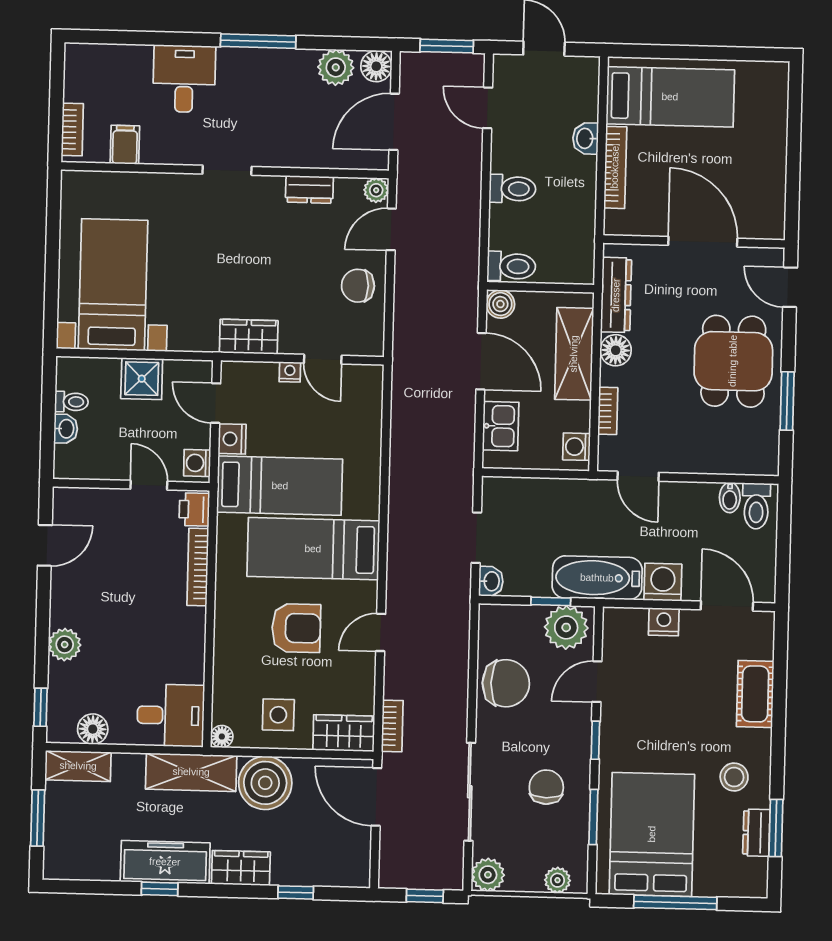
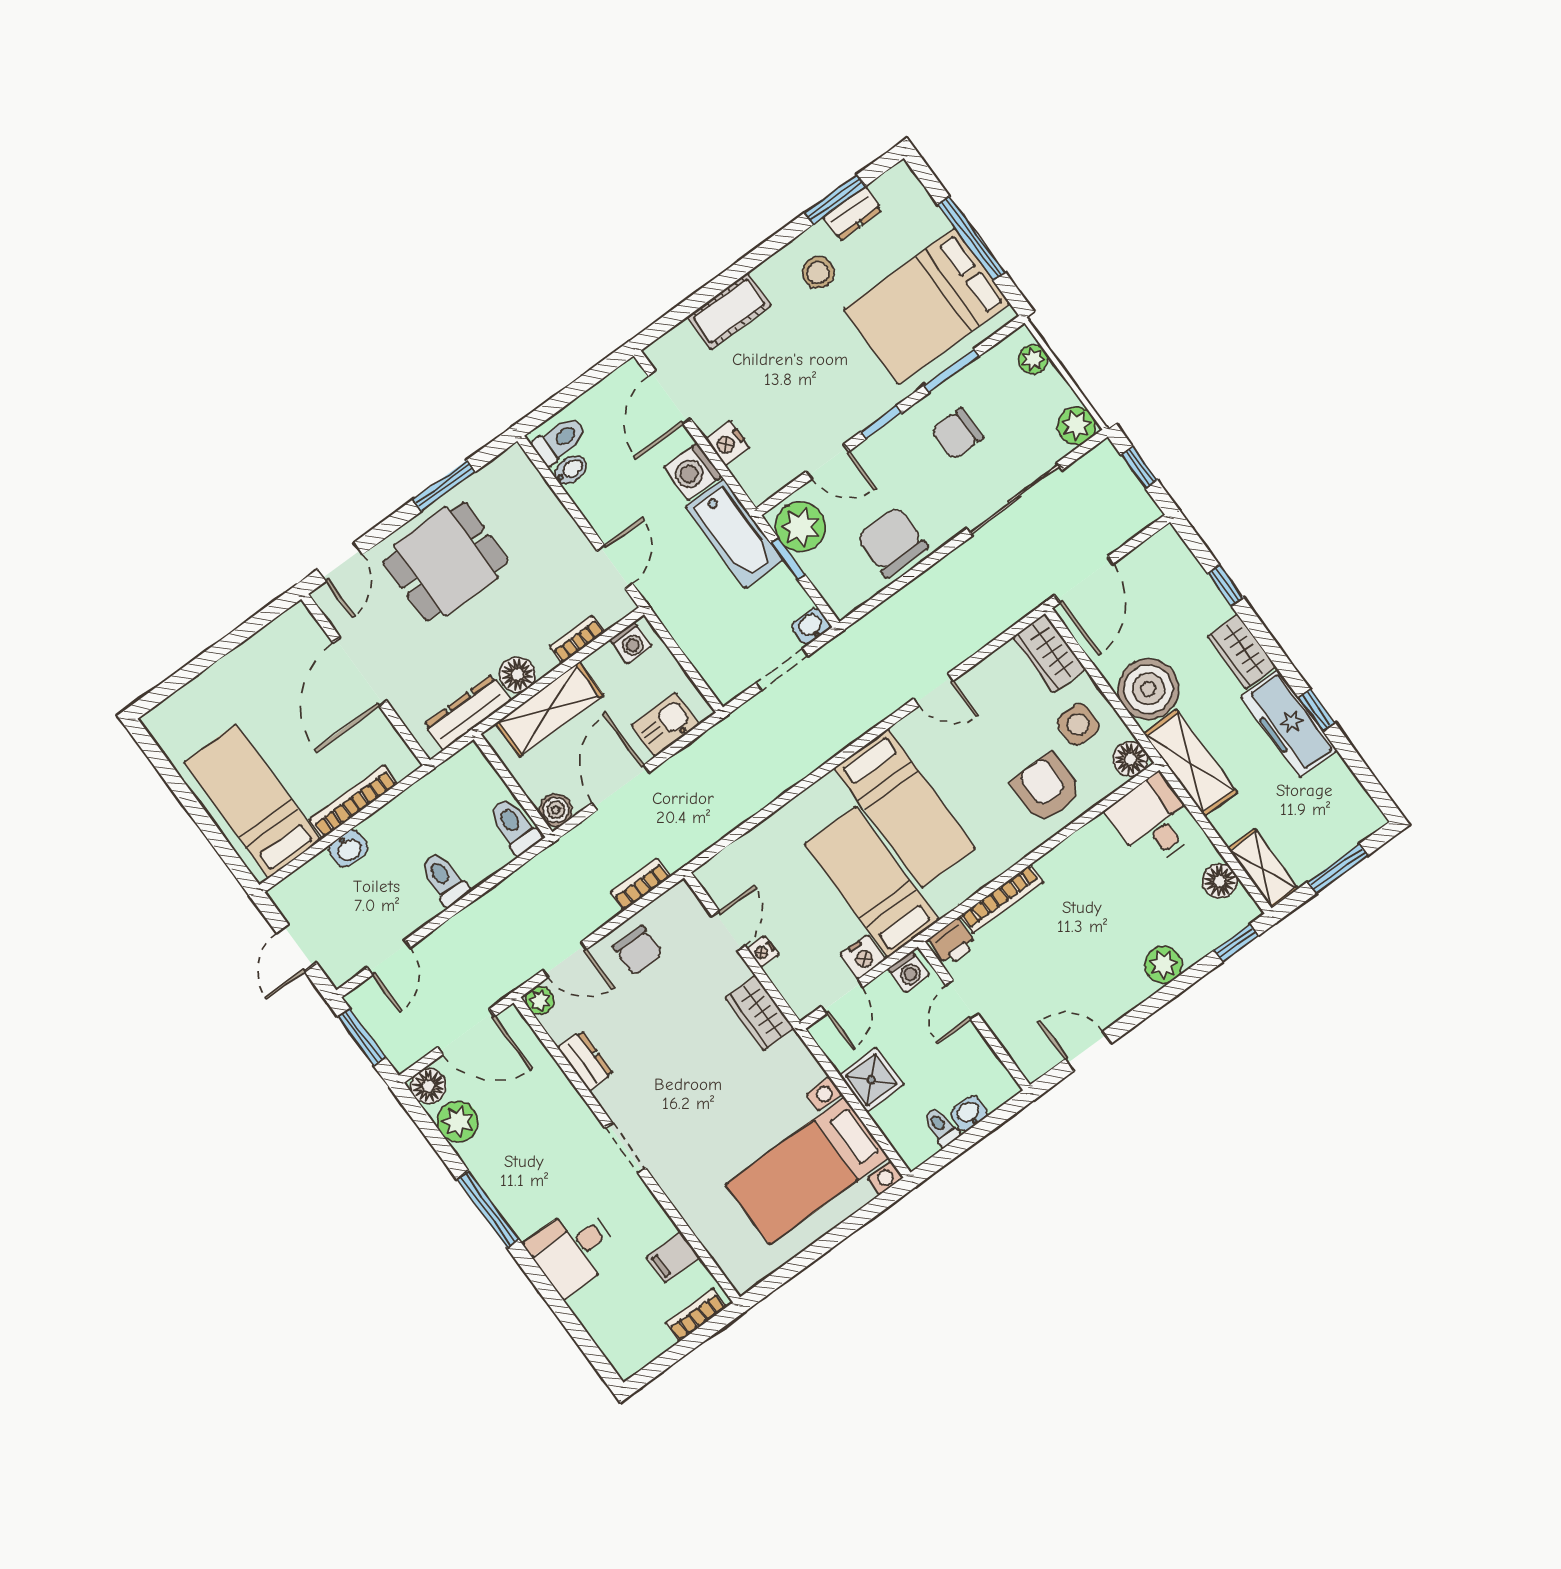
armchair: (296, 628) -> (1047, 788), moved
bookcase: (392, 726) -> (640, 885), moved
floor lamp: (222, 736) -> (1130, 759), width x1.37, depth x1.37

